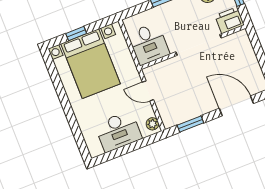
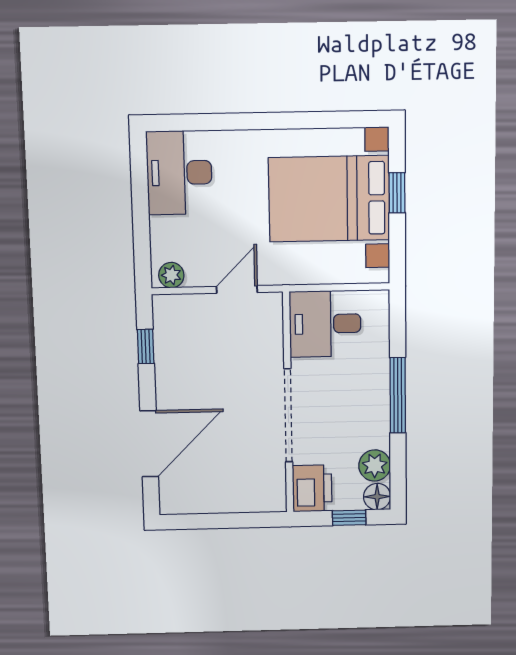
window: (190, 124) -> (146, 346), width x0.67
desk: (118, 131) -> (179, 173), moved

